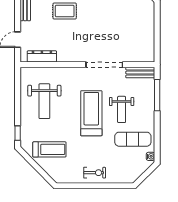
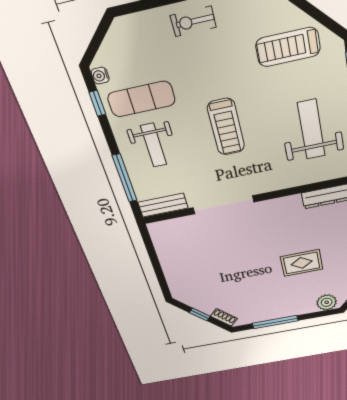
weight bench: (122, 109) -> (154, 145), moved, turned 180
treadmill: (91, 113) -> (226, 127), width x0.73, depth x0.73
window: (157, 142) -> (97, 103), added

